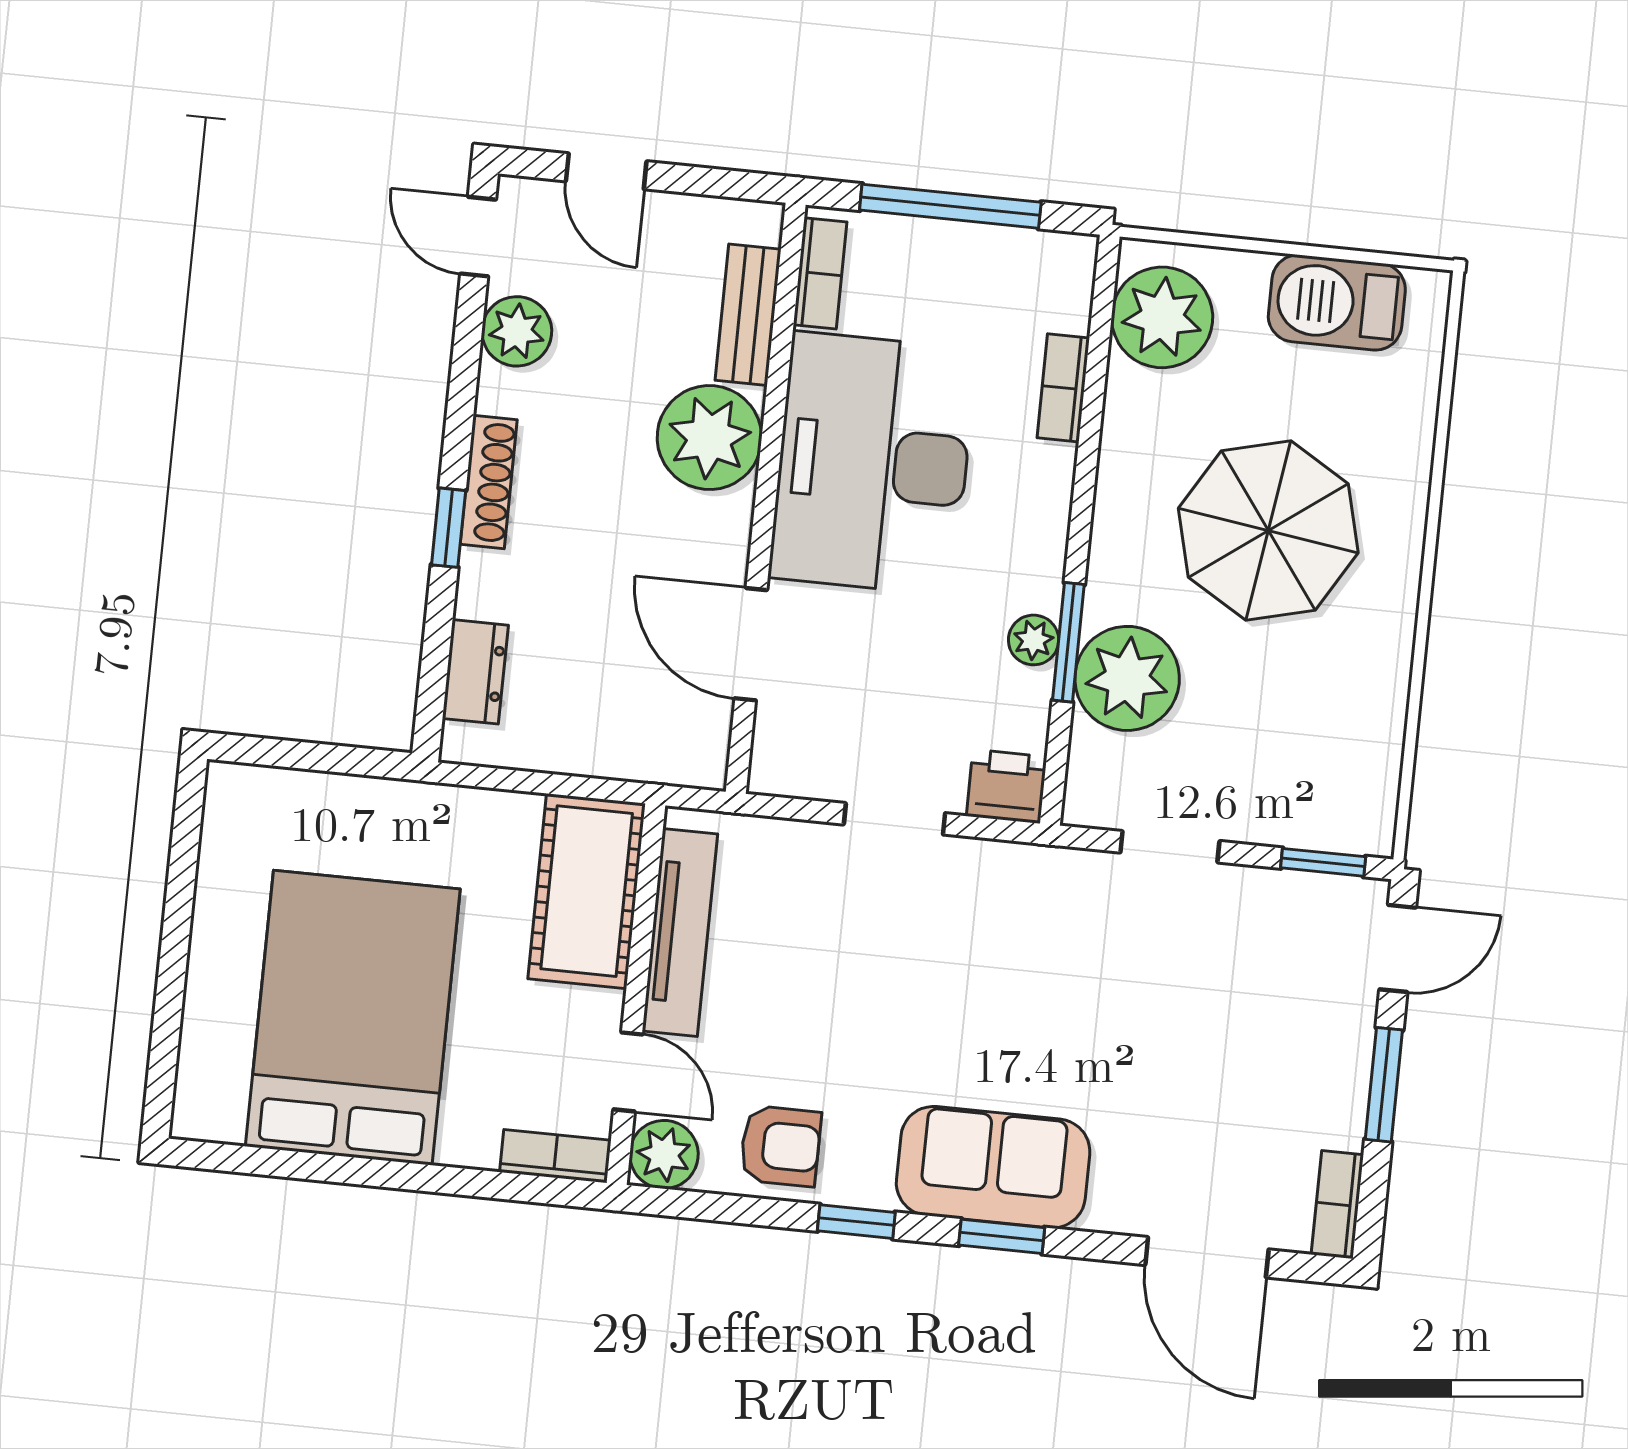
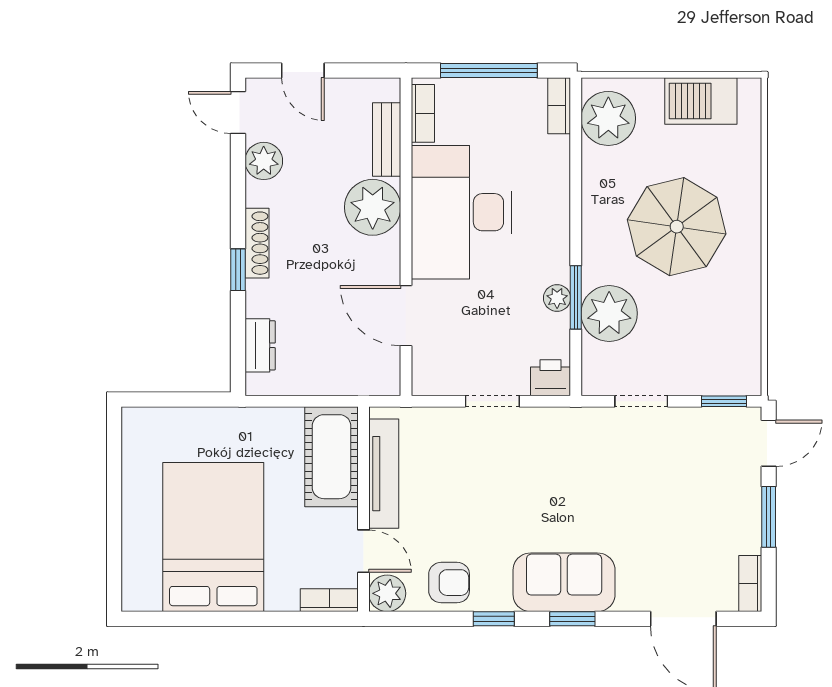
bookcase: (1063, 388) -> (559, 106), moved

